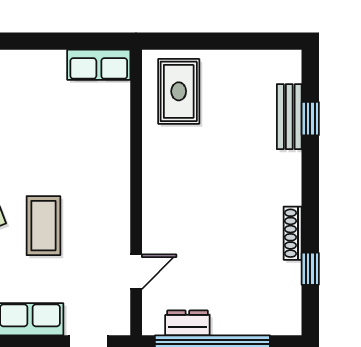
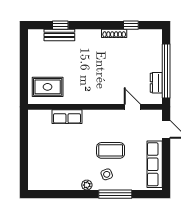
row of seats: (99, 65) -> (67, 117), moved, turned 90

